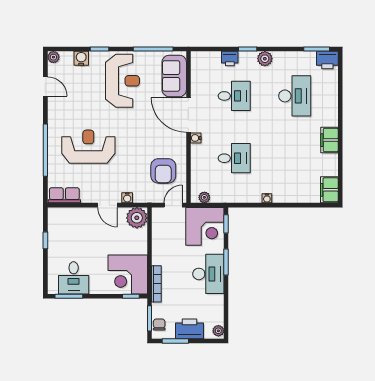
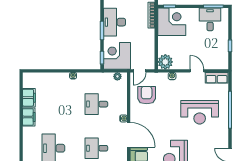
filing cabinet: (329, 190) -> (29, 98), moved
door: (107, 205) -> (197, 71), moved

